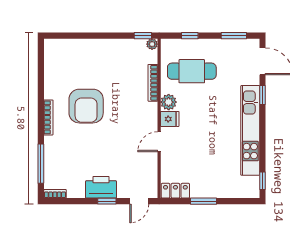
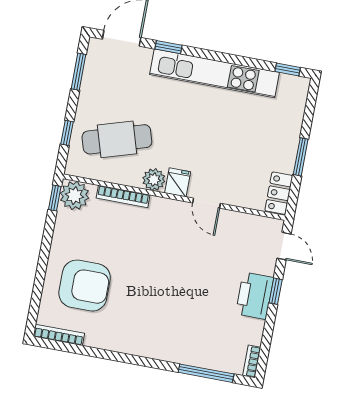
plant: (152, 44) -> (74, 196), width x1.88, depth x1.88
cafe table: (192, 71) -> (117, 139), turned 73
armchair: (86, 106) -> (85, 286), moved
bookcase: (48, 117) -> (59, 335), moved

